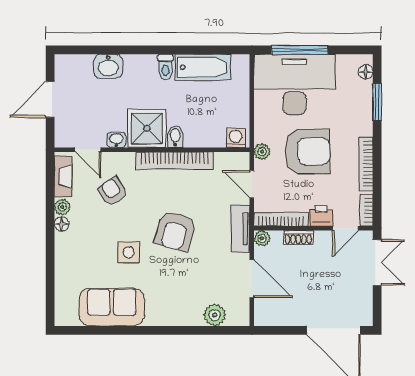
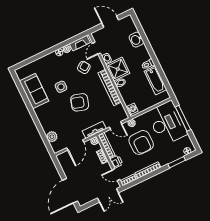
door: (252, 184) -> (116, 125), swing flipped

